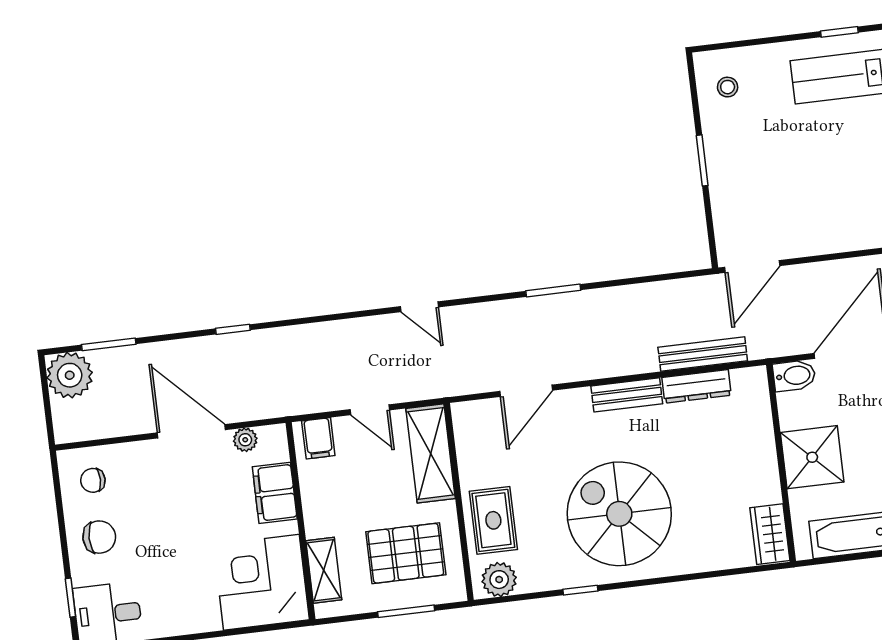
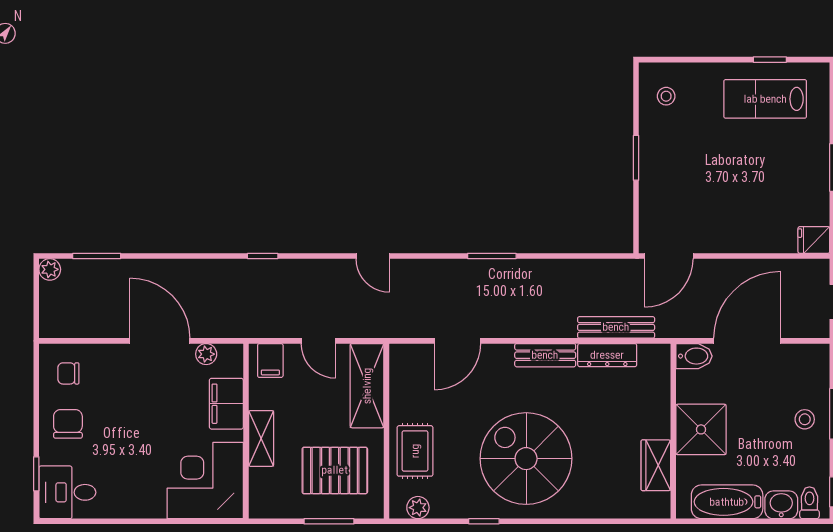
window: (233, 329) -> (263, 256), moved
plant: (70, 375) -> (50, 269), width x0.53, depth x0.53
wardrobe: (770, 534) -> (656, 465), moved
chair: (99, 537) -> (68, 424), turned -90
shelving: (324, 570) -> (261, 438), moved
plant: (499, 580) -> (418, 508), width x0.73, depth x0.73

